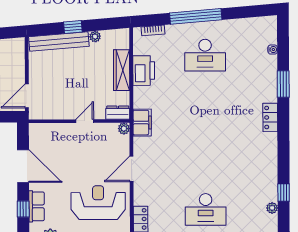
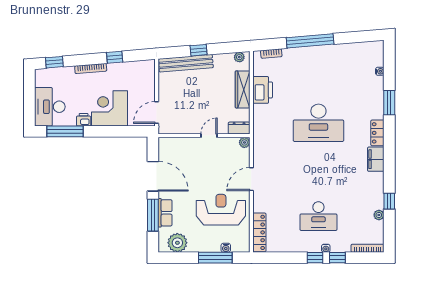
plant: (95, 37) -> (239, 57), moved
desk: (205, 55) -> (318, 123), moved, width x1.36, depth x1.30
filing cabinet: (142, 123) -> (376, 159), moved, turned 180
window: (23, 209) -> (153, 215), width x2.17

